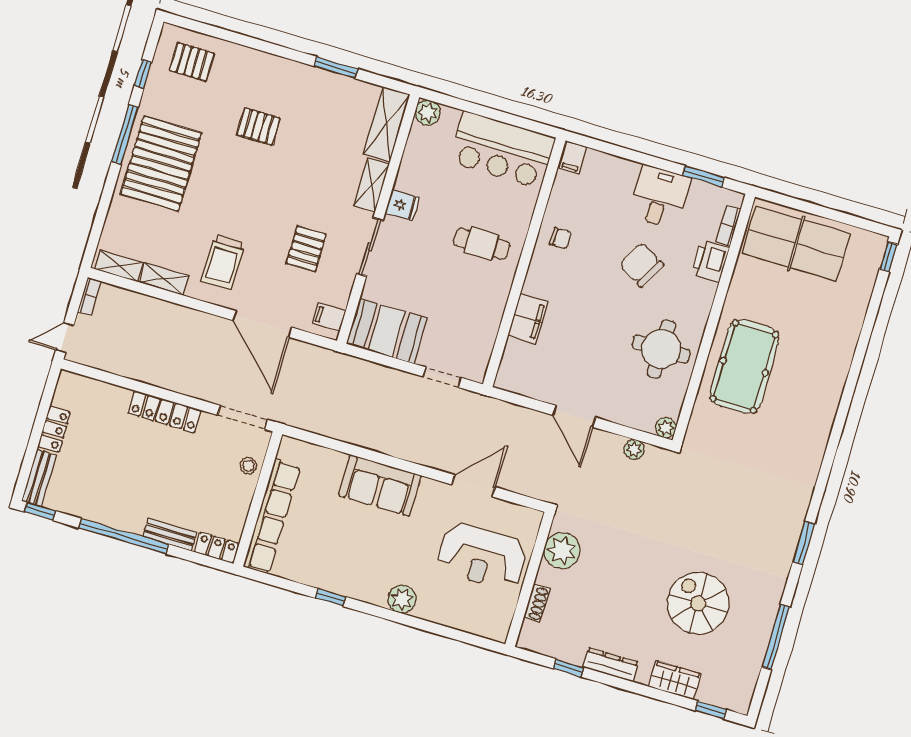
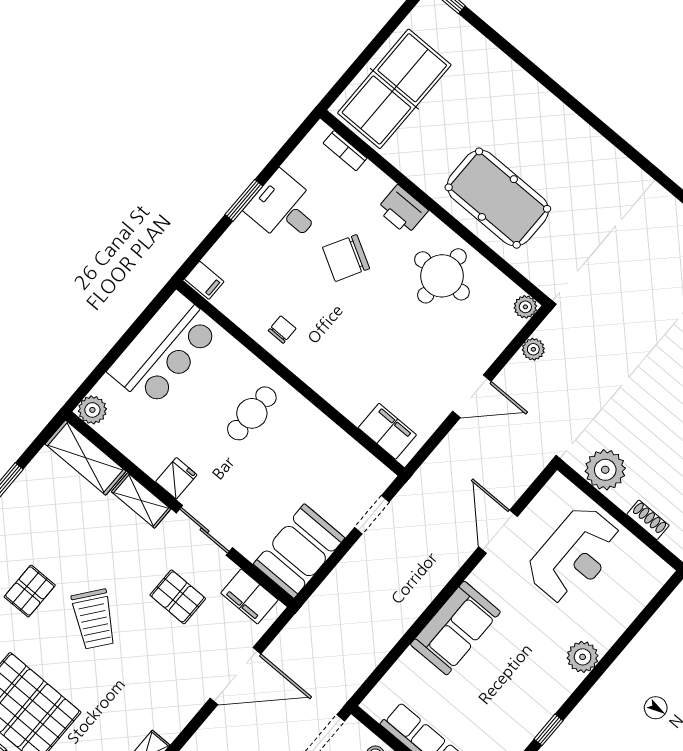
window: (703, 176) -> (244, 200), moved
printer: (710, 261) -> (402, 210), moved
trolley: (223, 262) -> (94, 619), moved, turned 38
filing cabinet: (329, 317) -> (249, 596), width x2.00
filing cabinet: (528, 319) -> (387, 431), moved

